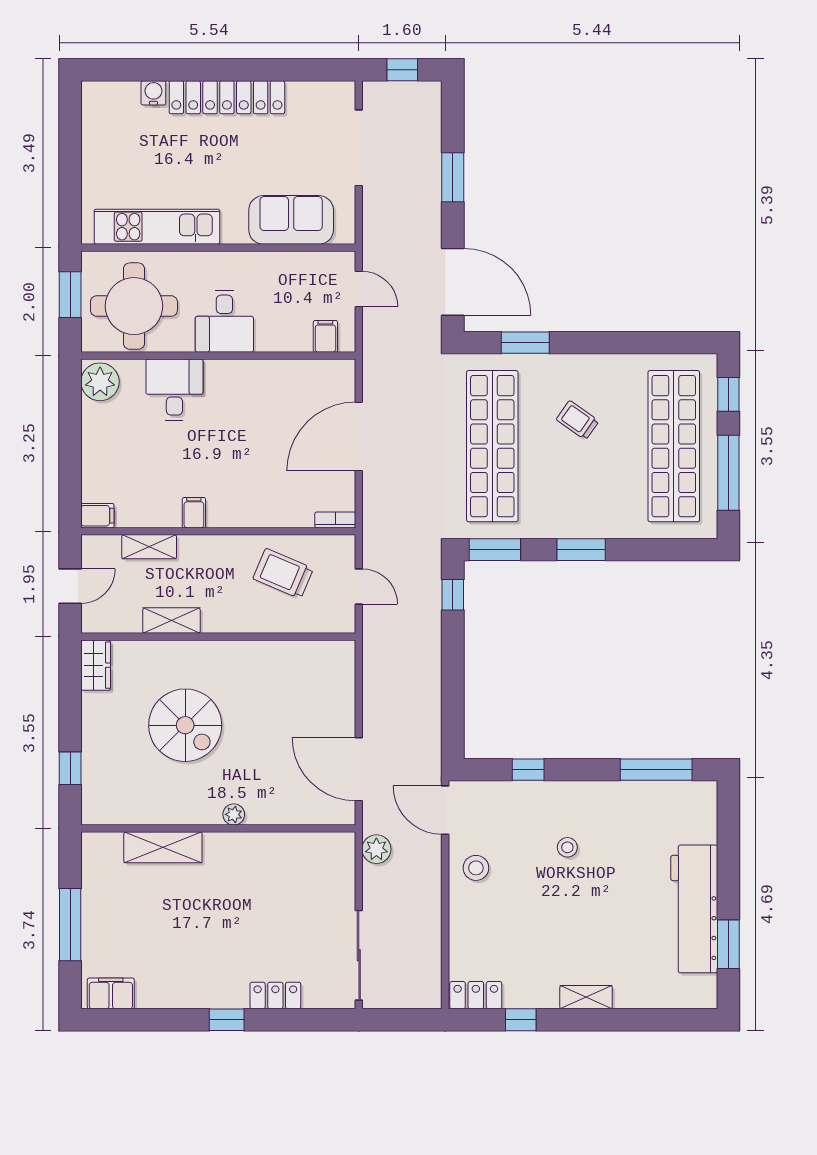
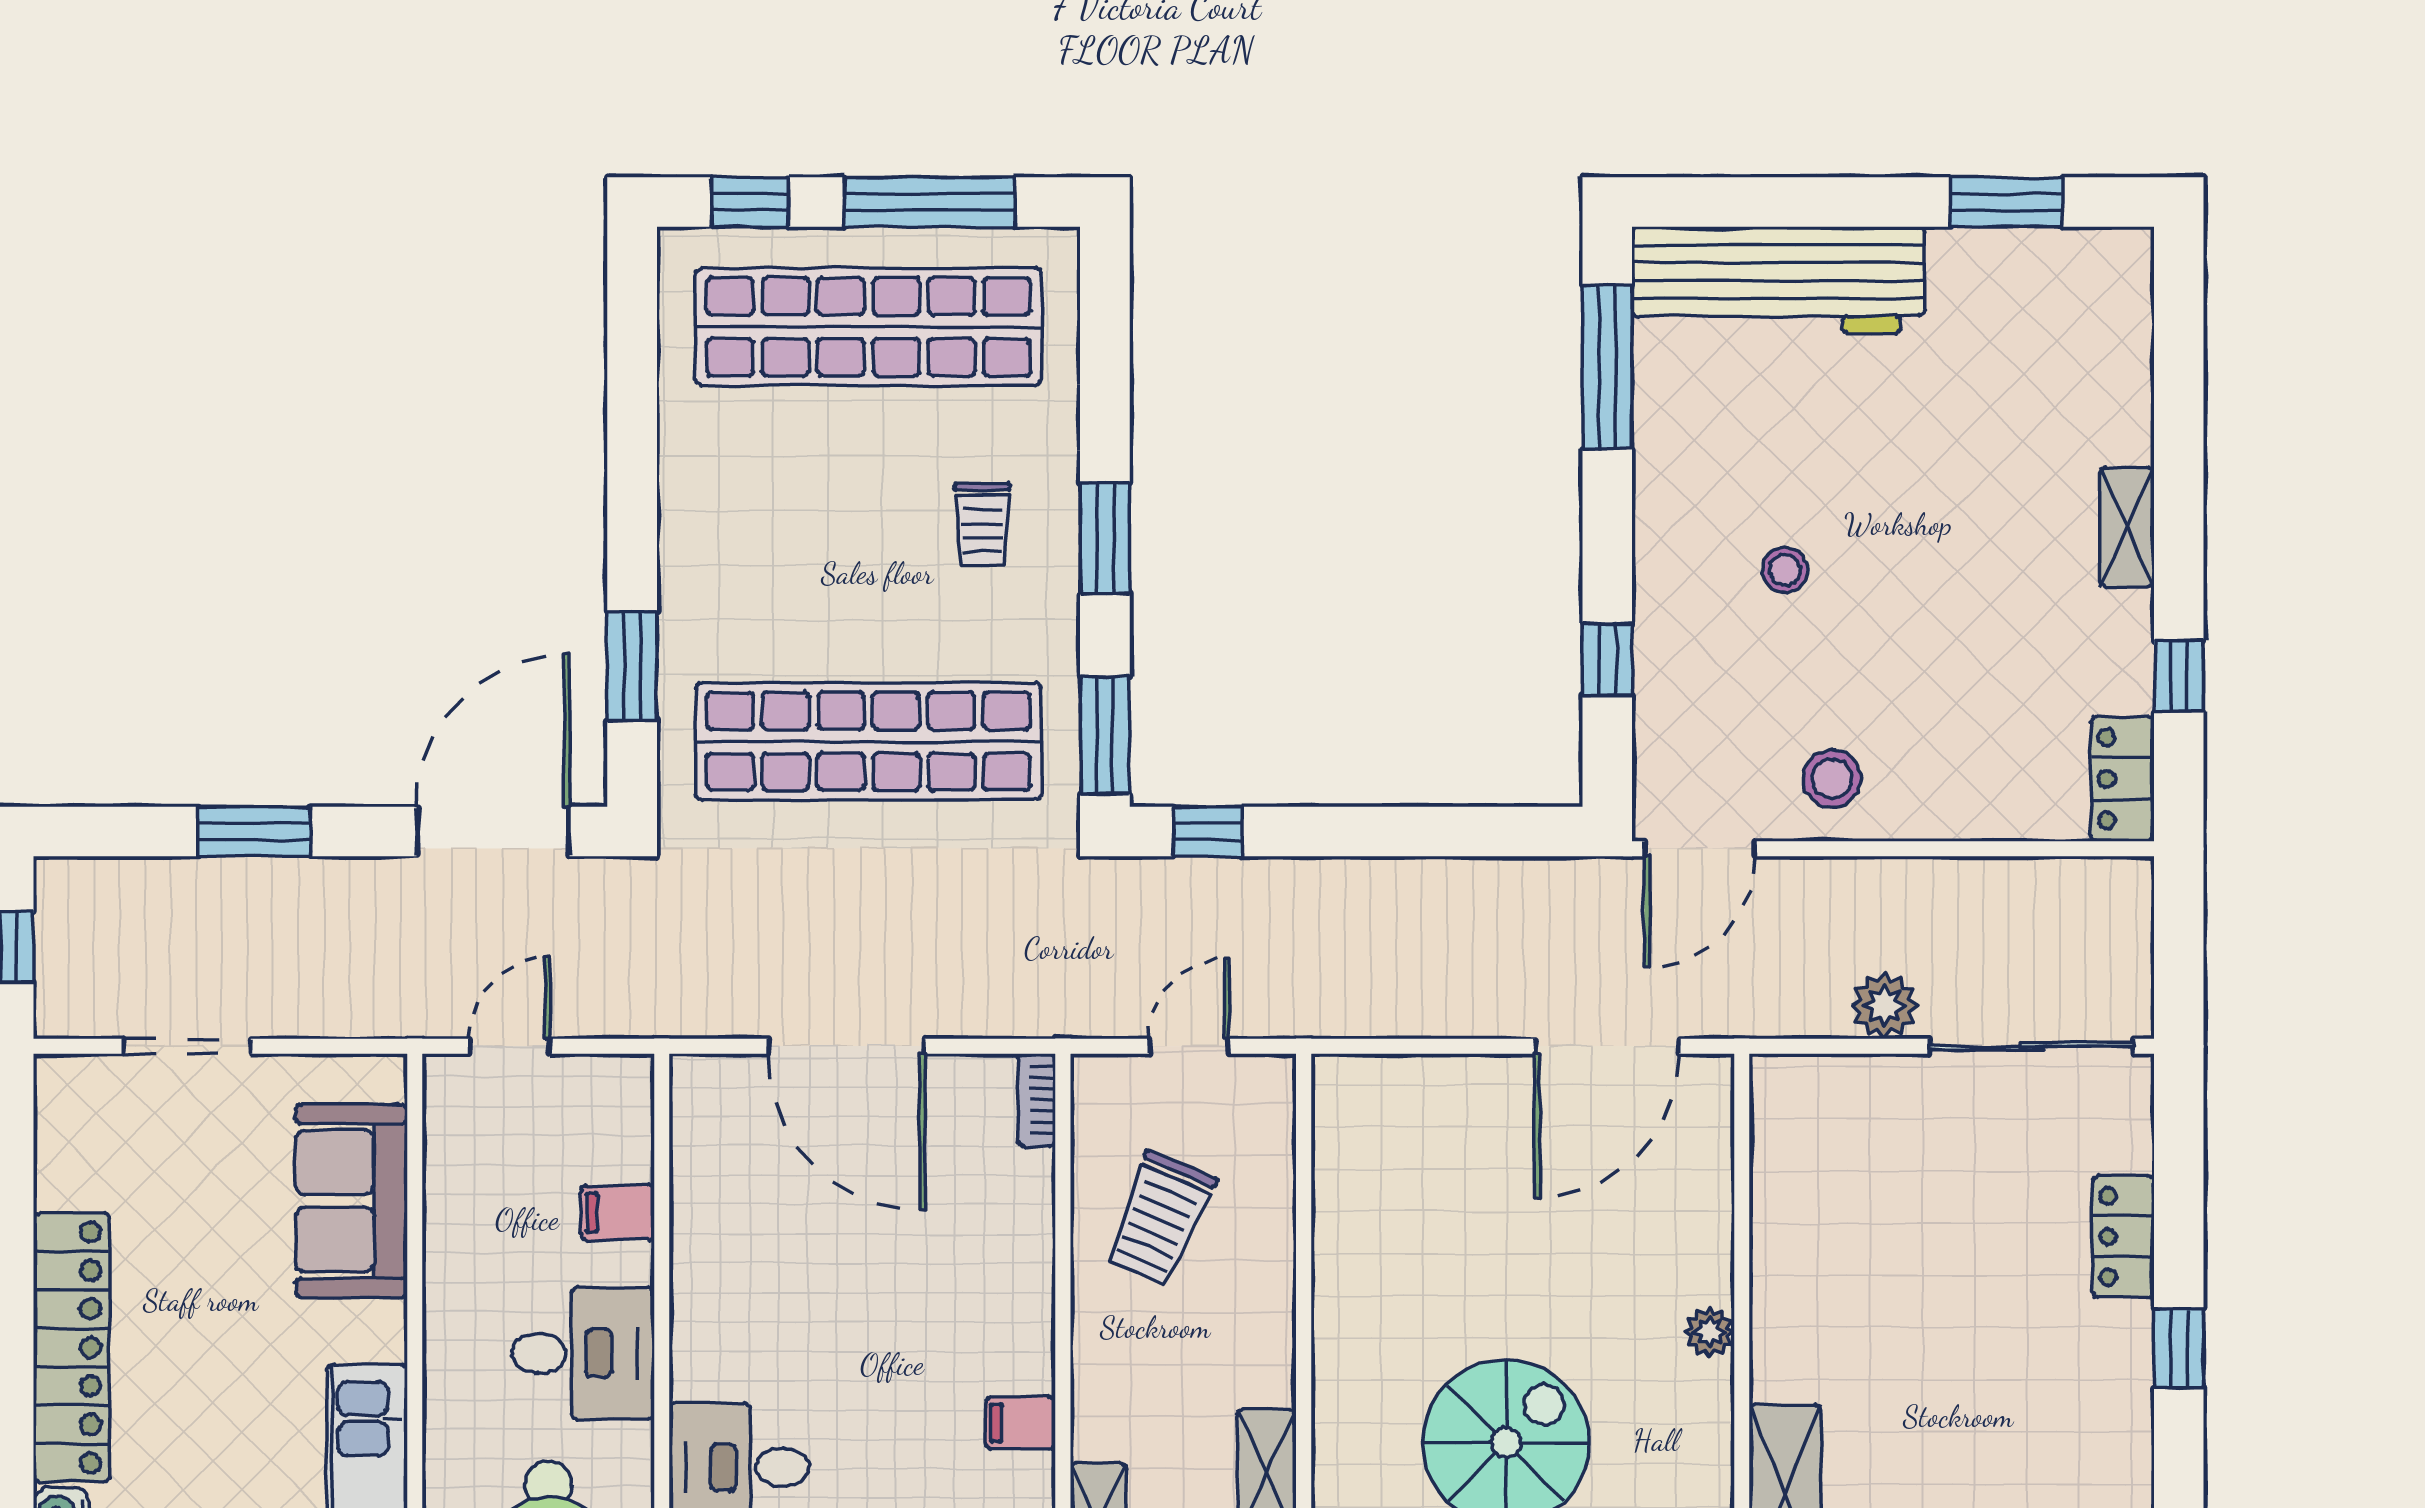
doorway: (359, 148) -> (187, 1046), width x0.73
filing cabinet: (325, 336) -> (618, 1212), moved
trolley: (578, 420) -> (982, 525), moved, turned -35
plant: (376, 849) -> (1885, 1006), moved
workbench: (694, 909) -> (1778, 280), moved

